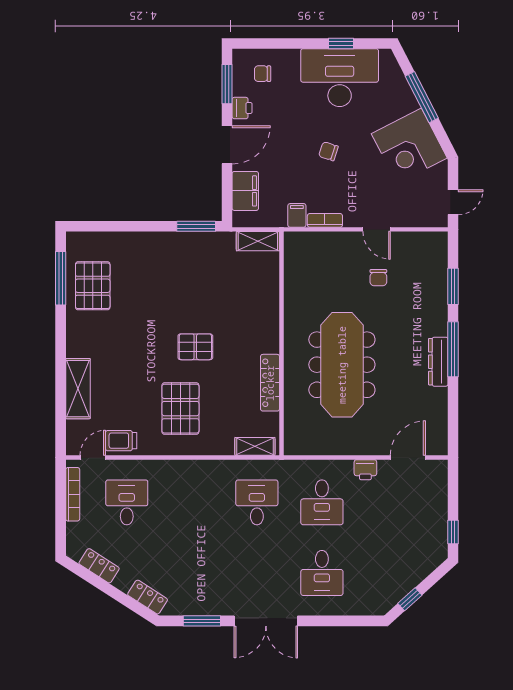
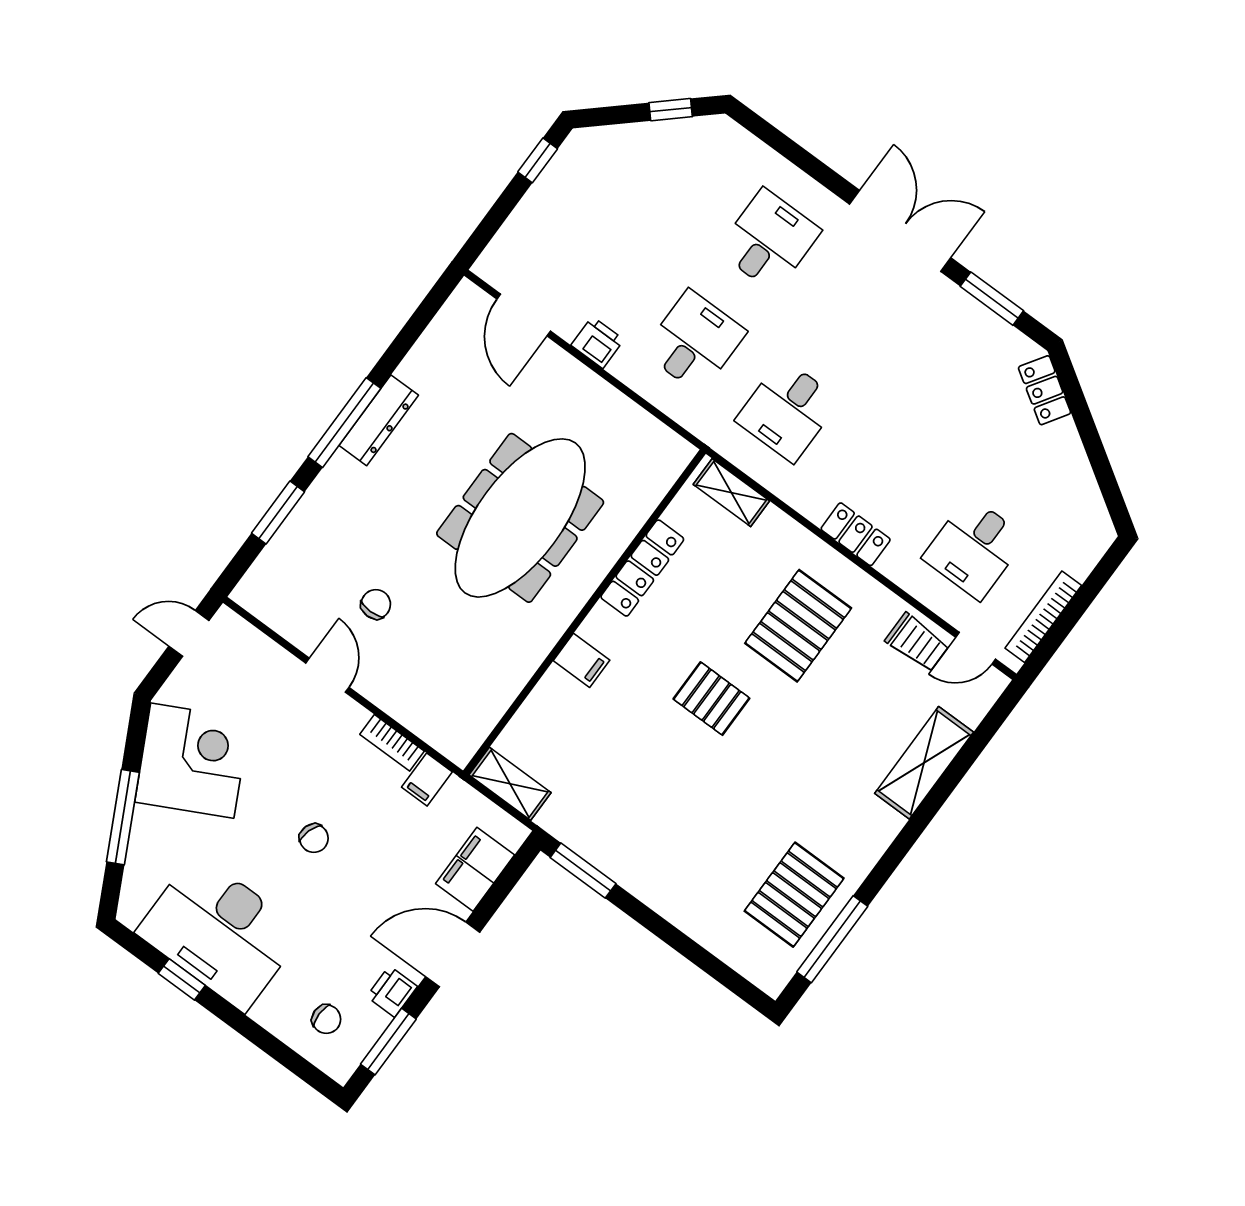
filing cabinet: (267, 321) -> (582, 660), added
door: (408, 458) -> (524, 315), hinge flipped
locker: (99, 566) -> (856, 534), moved, turned 147

